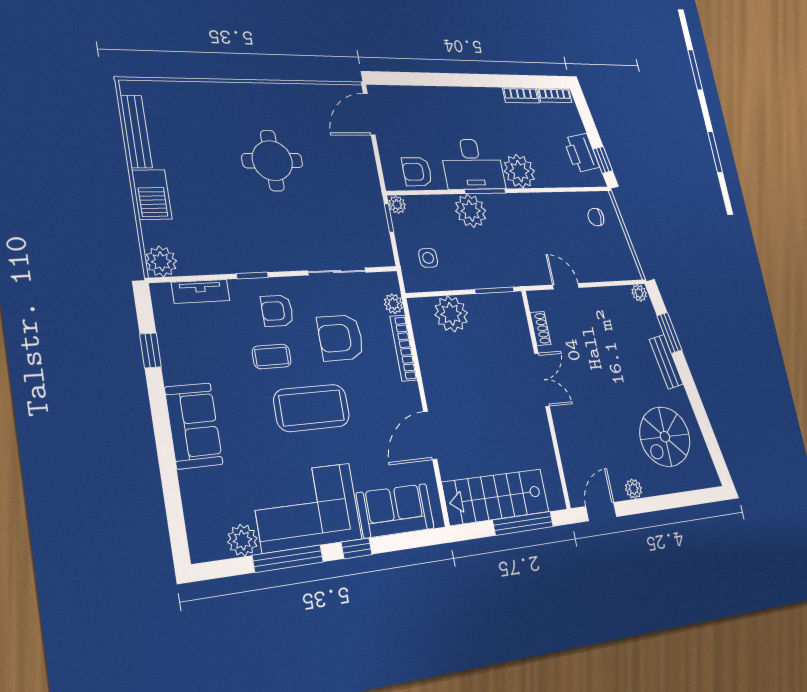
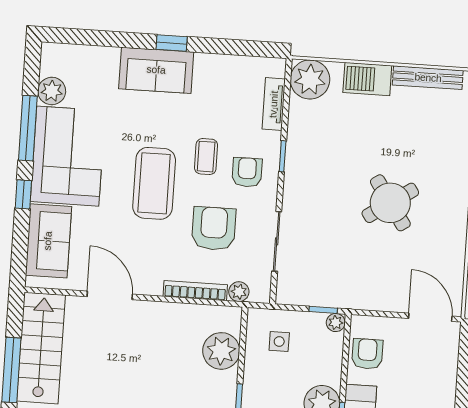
round table: (272, 161) -> (390, 203), turned -34
plant: (161, 261) -> (310, 80), width x1.36, depth x1.36
window: (150, 350) -> (172, 43), moved

